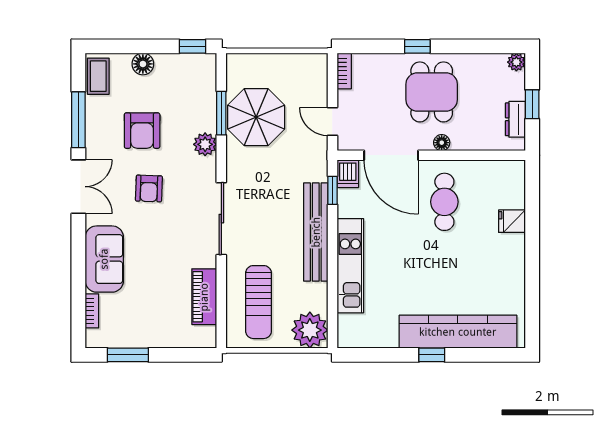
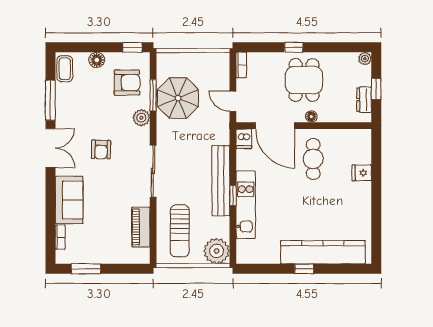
armchair: (142, 131) -> (127, 83), moved, turned -90
window: (332, 190) -> (233, 196), moved

